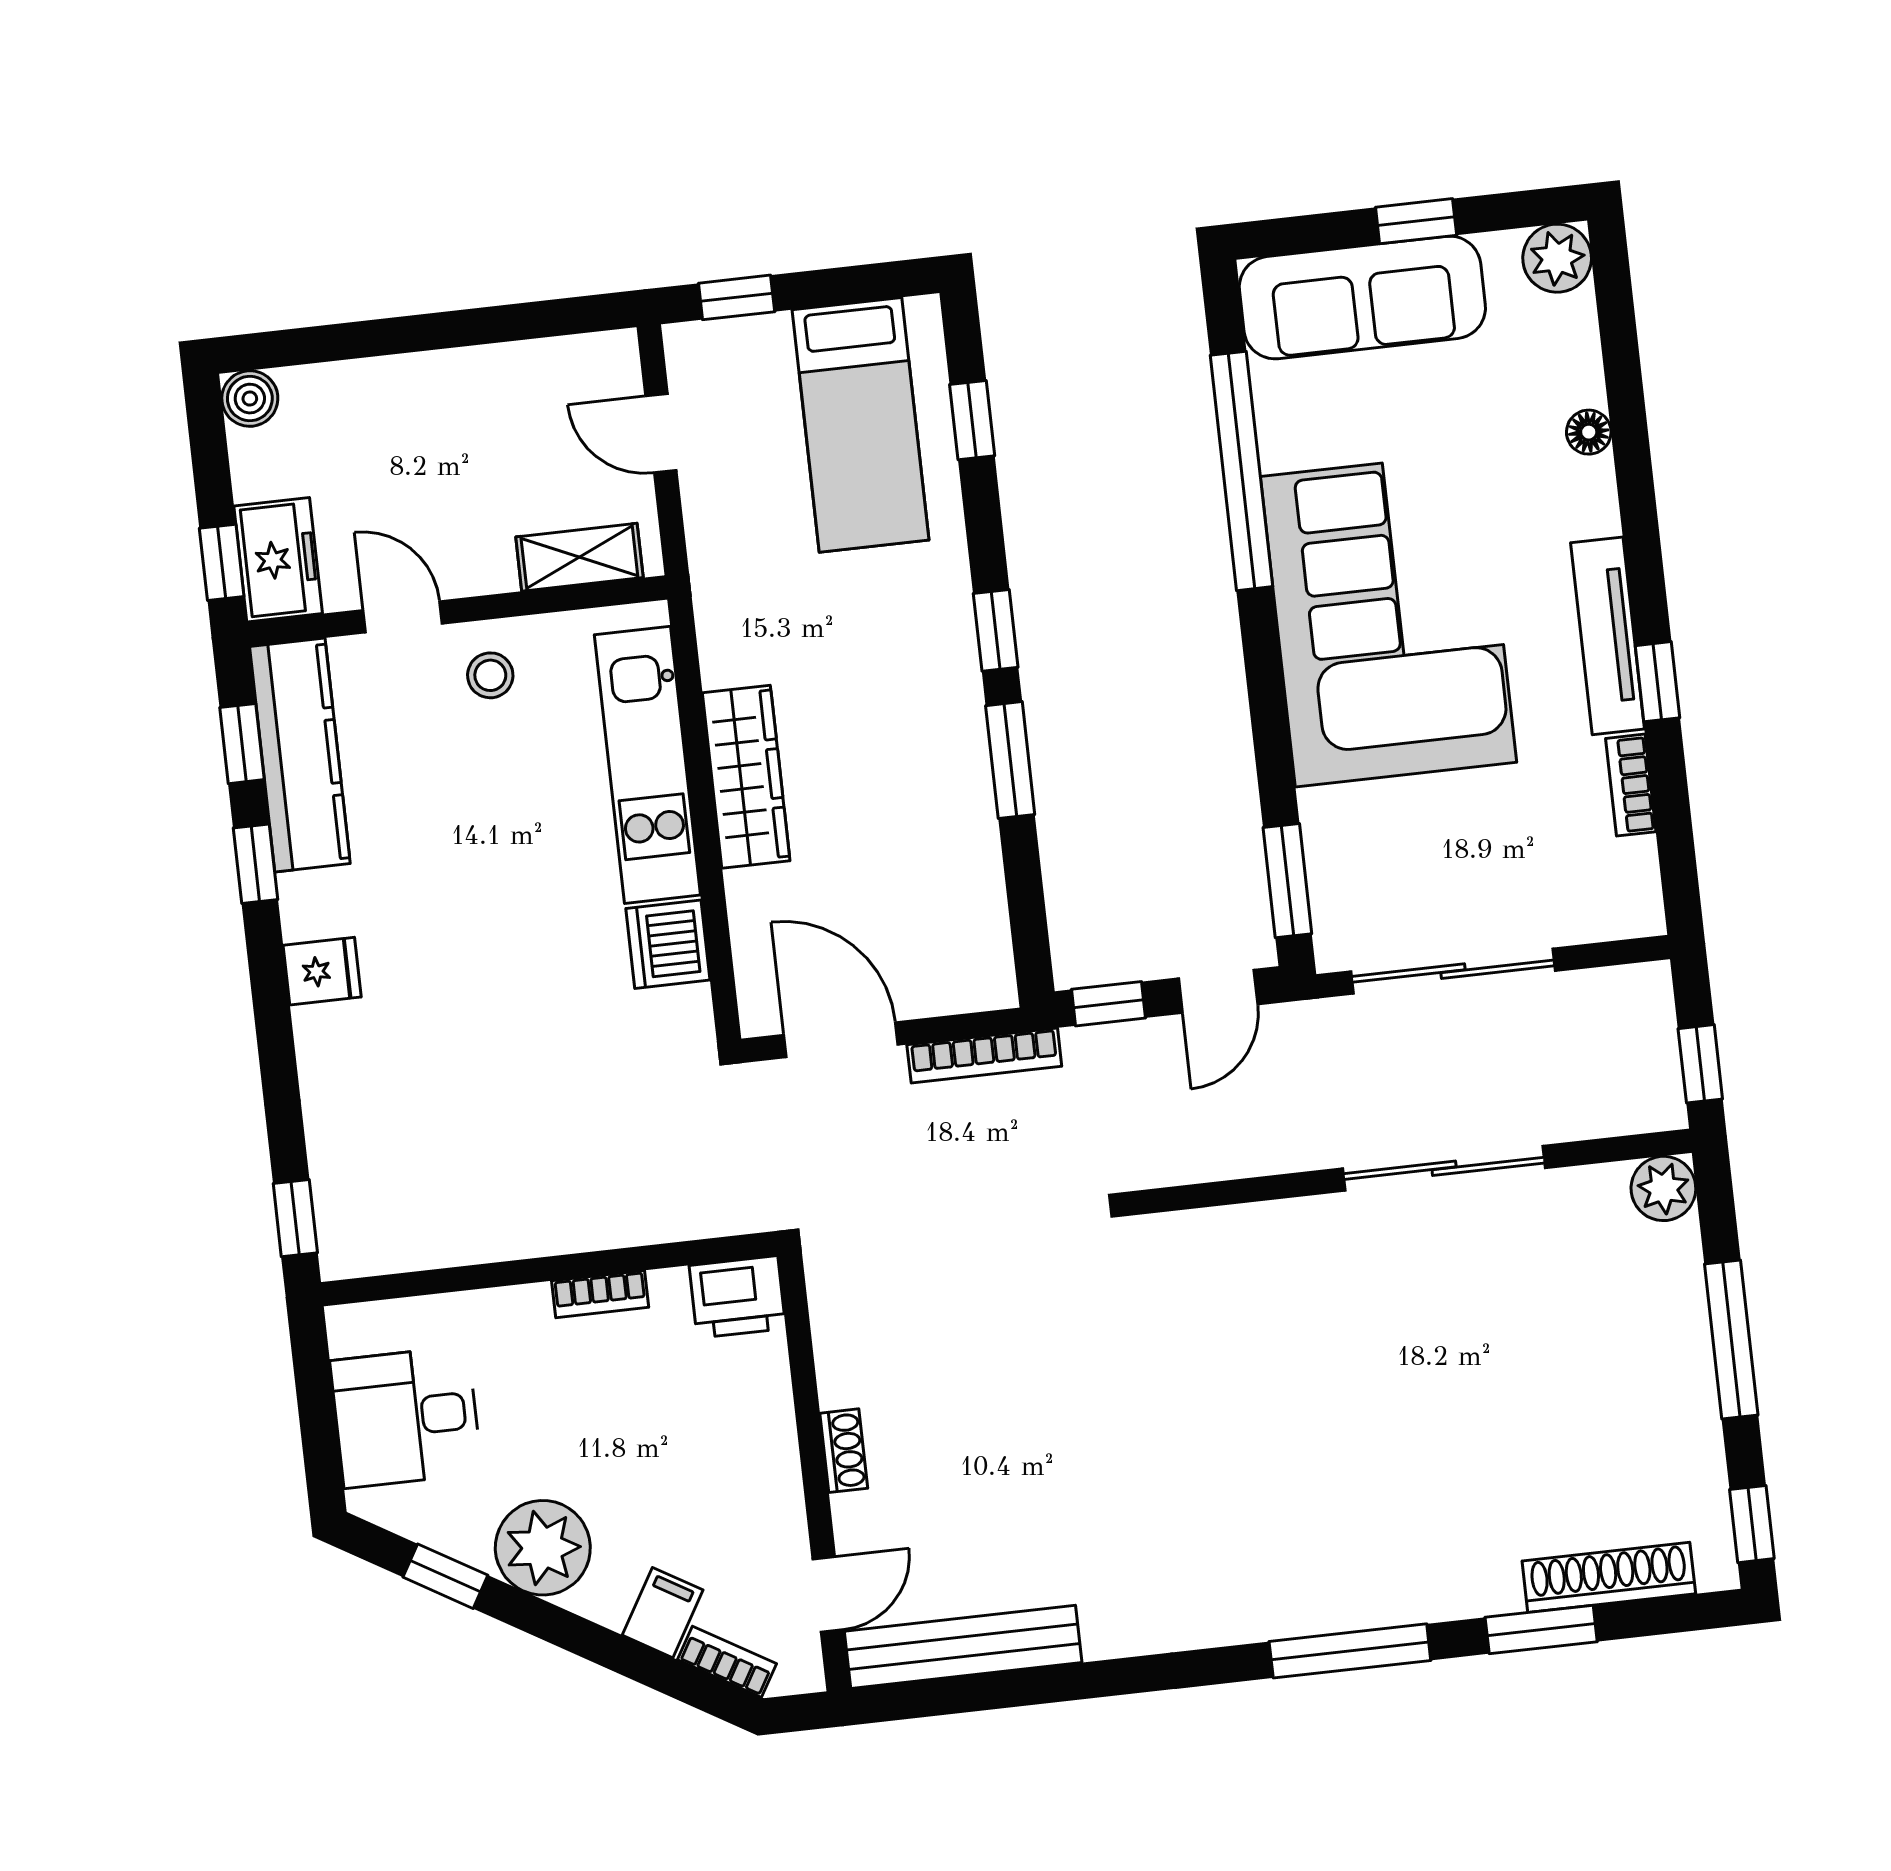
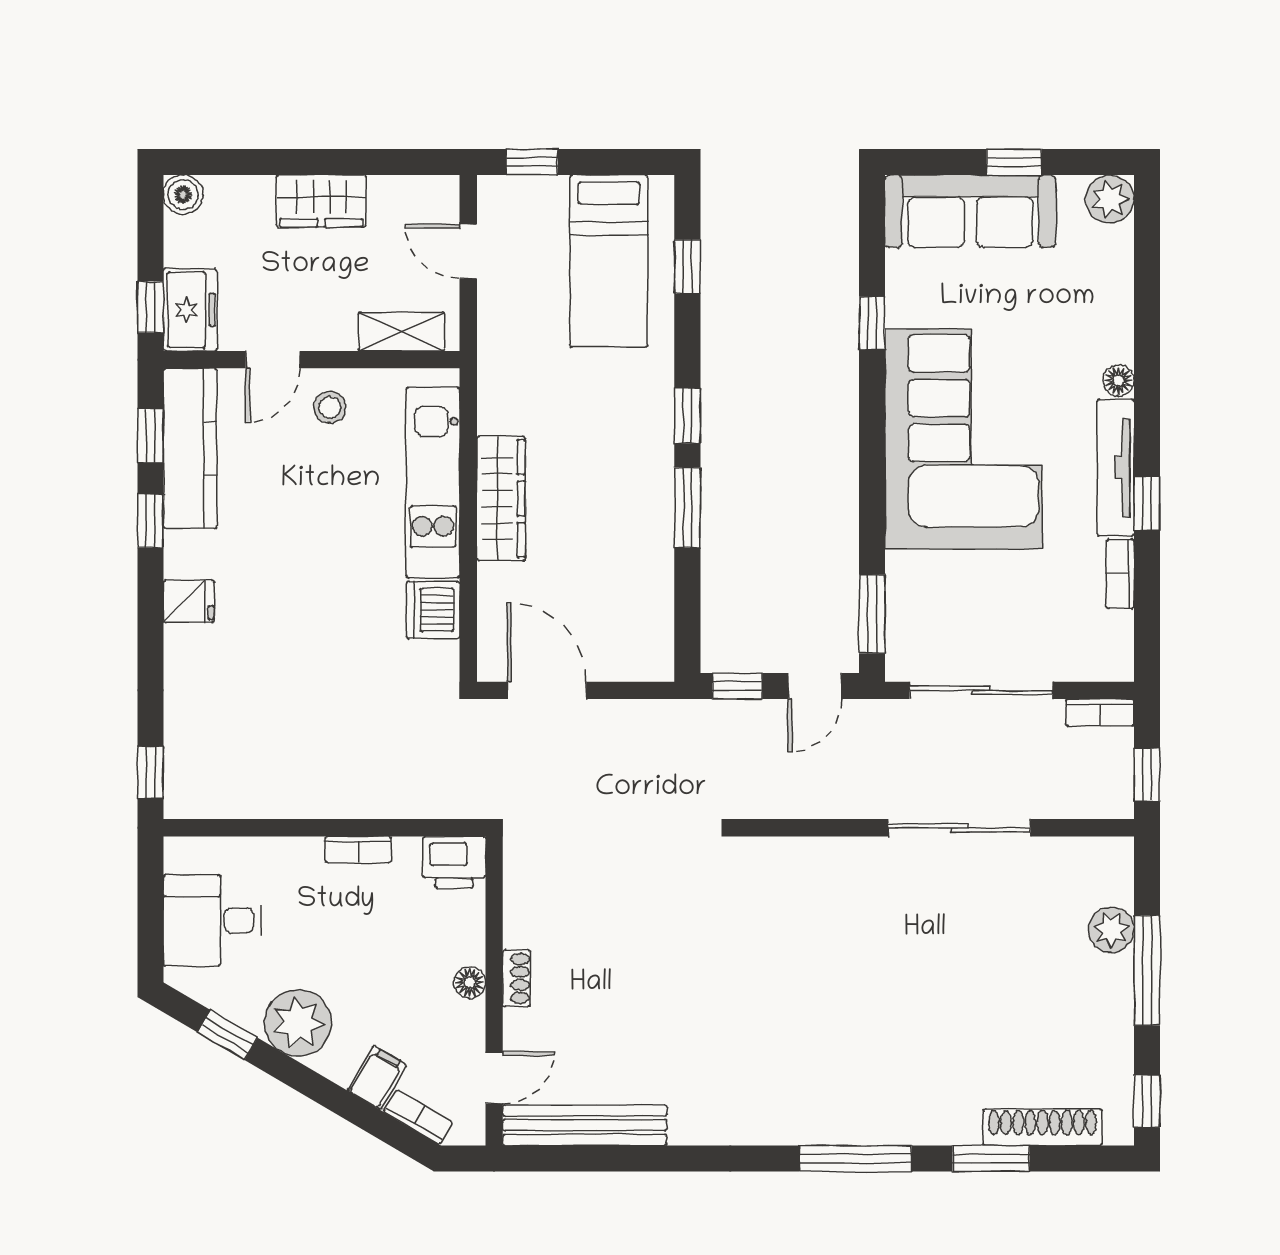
wardrobe: (446, 386) -> (321, 201), added
floor lamp: (1589, 432) -> (1118, 380), moved
window: (1241, 471) -> (872, 323), width x0.32
door: (403, 617) -> (273, 360), swing flipped
bookcase: (984, 1055) -> (1100, 713), moved, width x0.64
plant: (1663, 1188) -> (1111, 930), moved
floor lamp: (778, 1464) -> (470, 983), added

